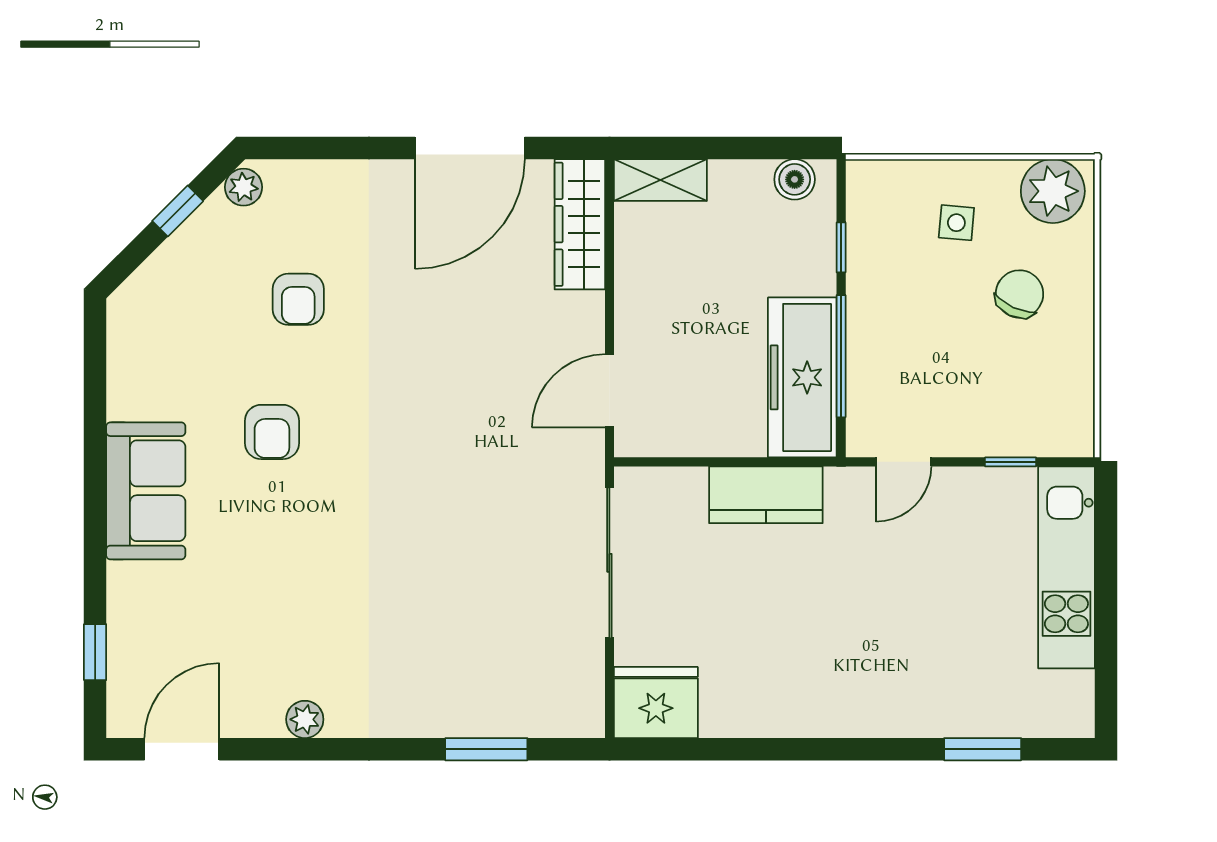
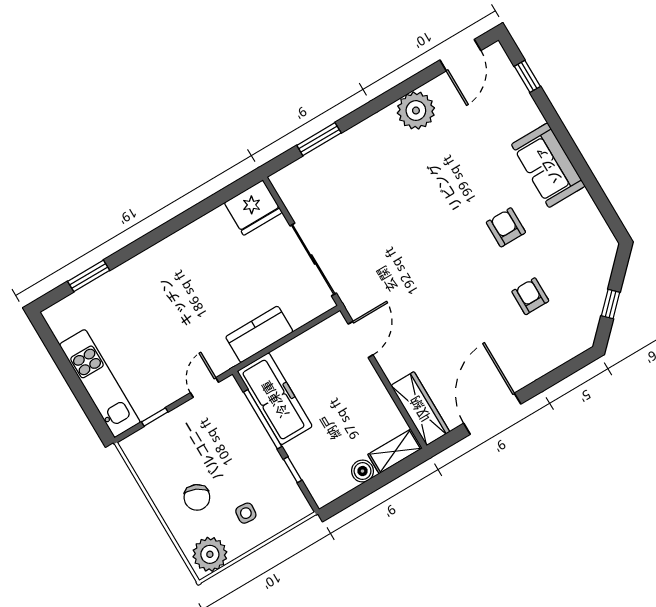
boiler: (795, 179) -> (363, 471), moved
plant: (244, 187) -> (587, 333), removed
plant: (305, 719) -> (416, 111), width x1.88, depth x1.88

